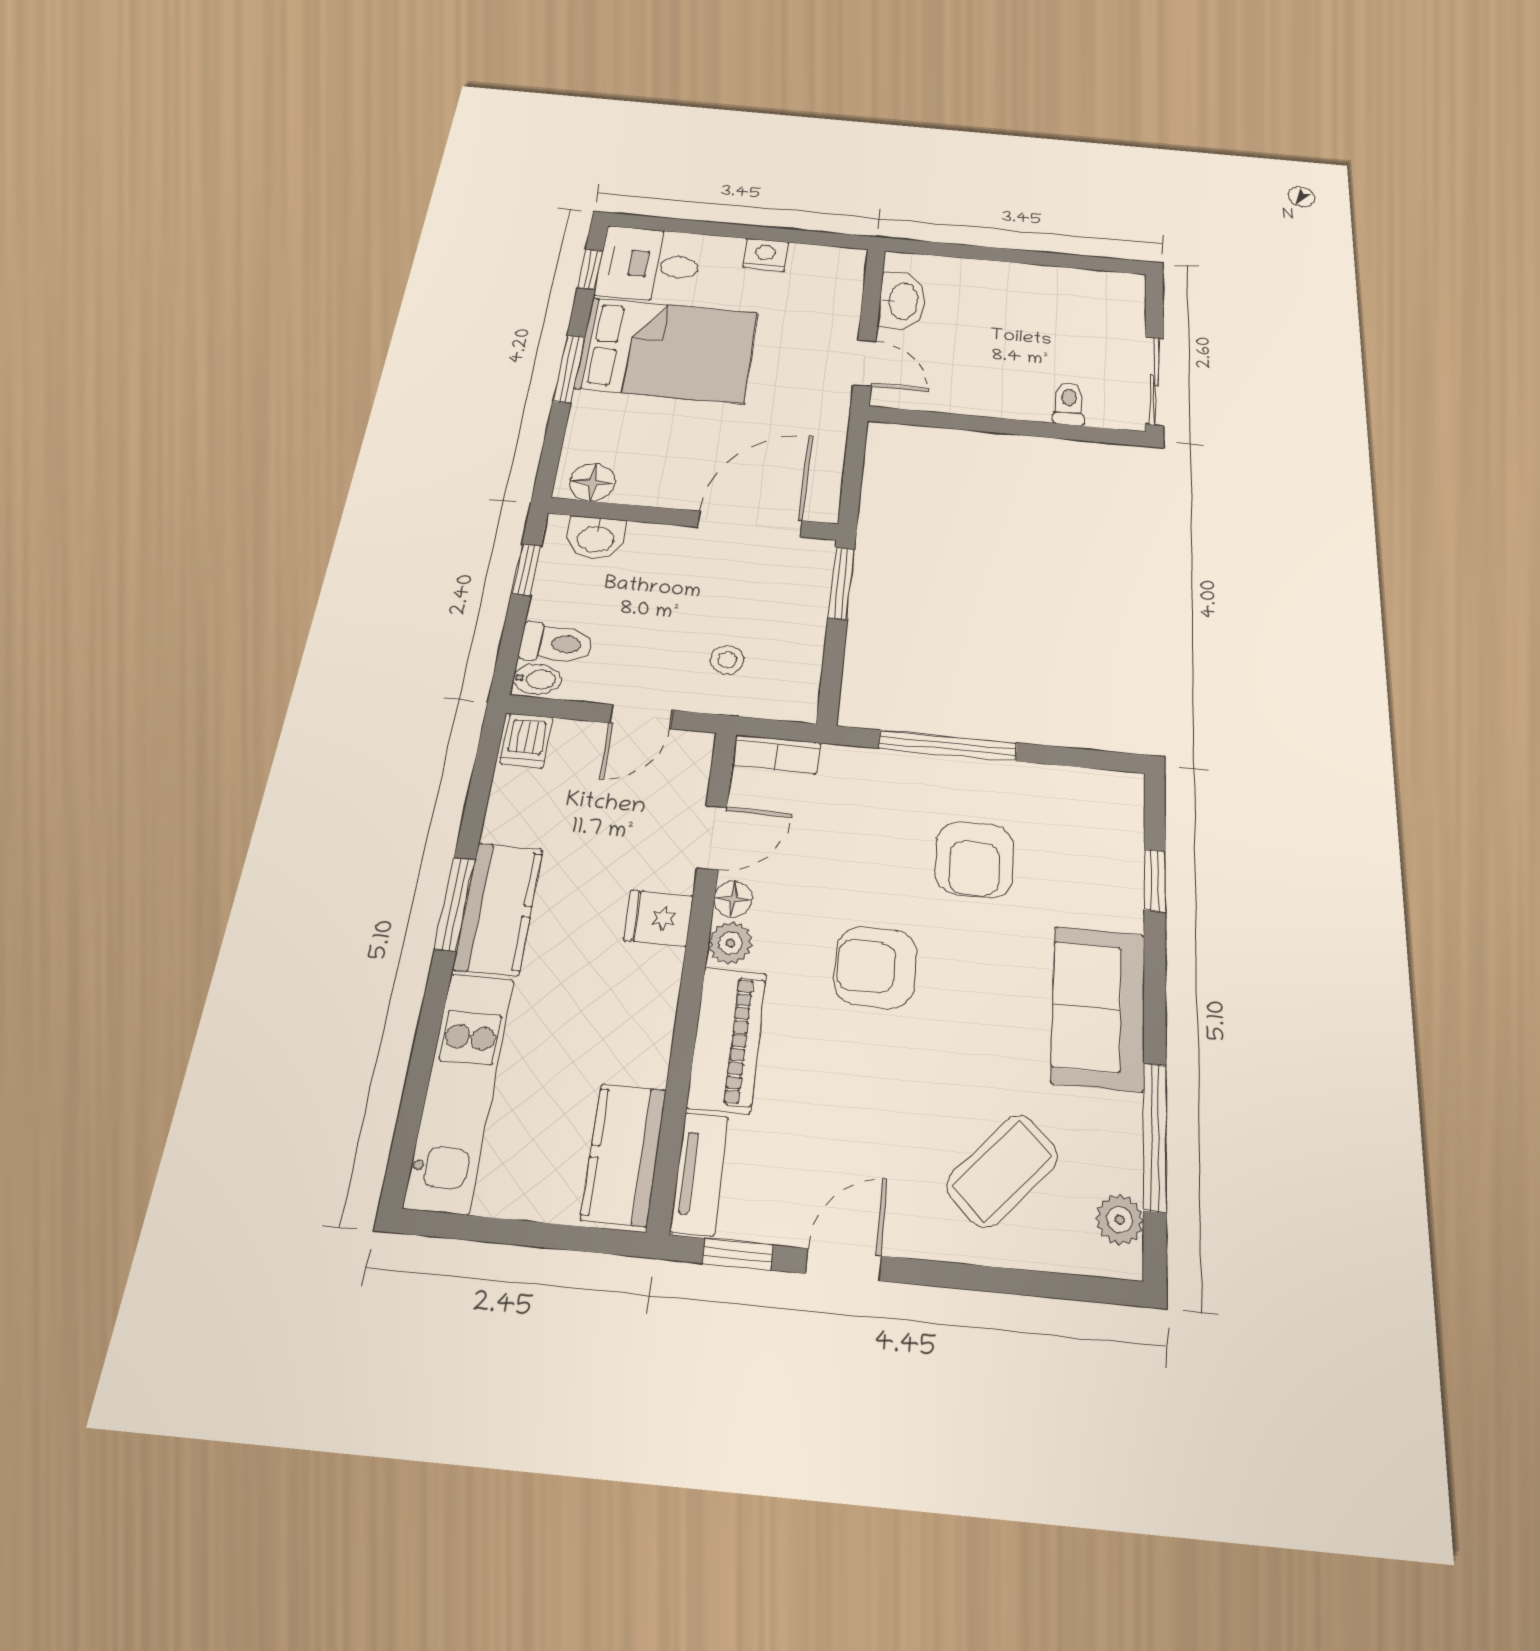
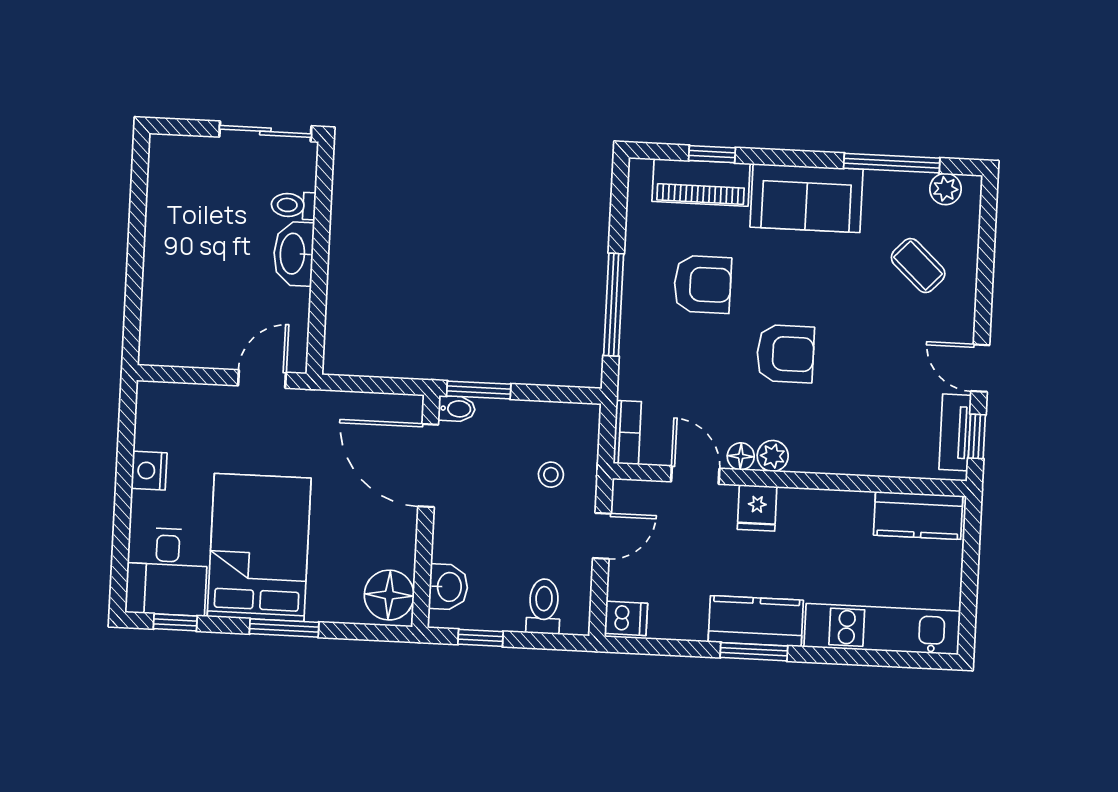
washbasin: (902, 301) -> (294, 254), moved, turned -90
floor lamp: (593, 482) -> (389, 595), width x1.38, depth x1.38
bidet: (537, 679) -> (457, 409), moved, turned 90
door: (641, 717) -> (602, 536), hinge flipped
armchair: (875, 967) -> (785, 354), turned -90
piano: (727, 1040) -> (701, 182), moved, turned 180
coffee table: (1002, 1171) -> (918, 266), width x0.73, depth x0.77
tv unit: (699, 1174) -> (955, 432), moved, turned -90

